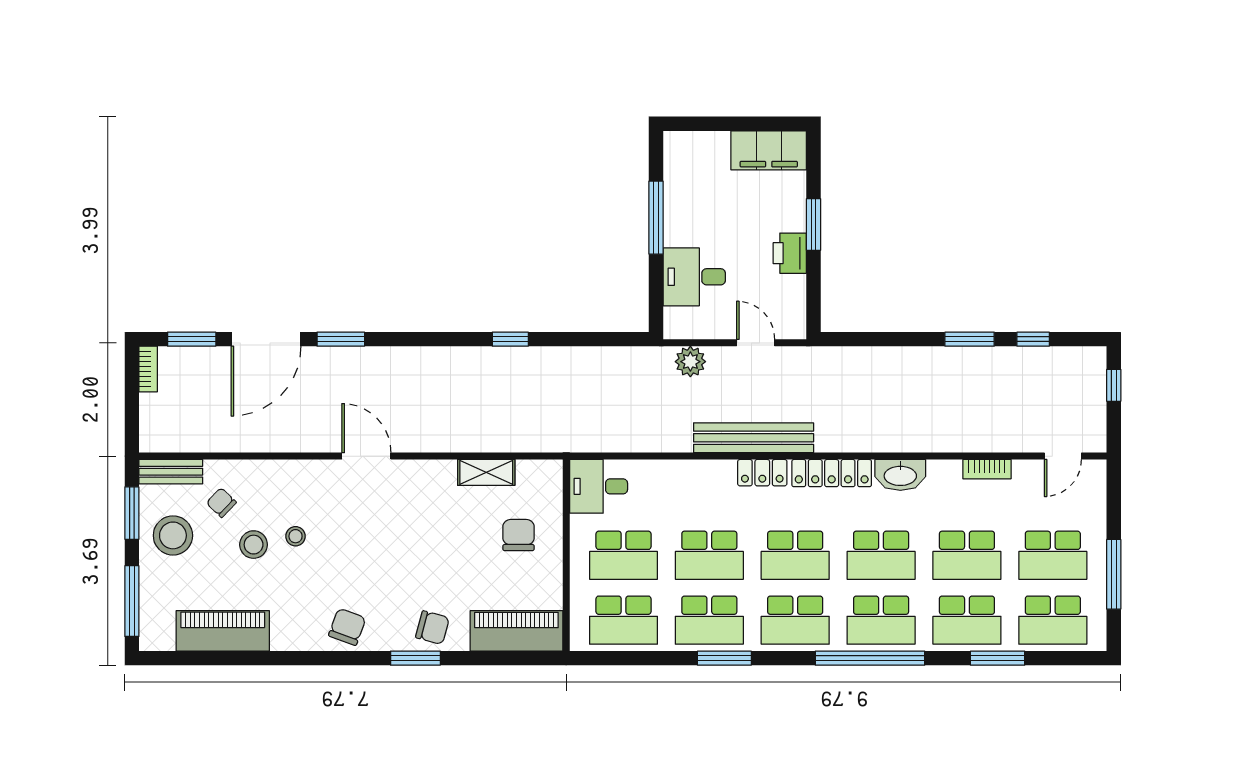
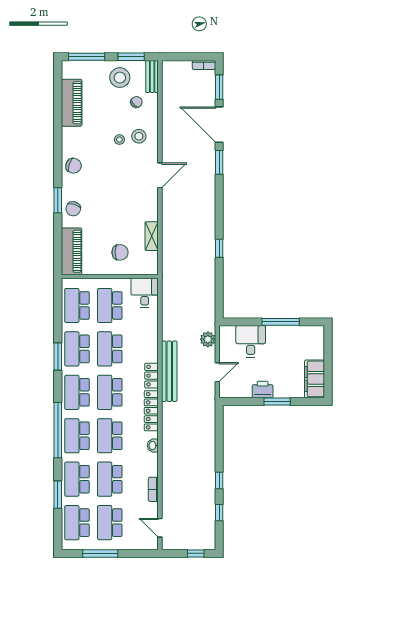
window: (970, 339) -> (219, 481), width x0.67
washbasin: (900, 475) -> (153, 445), width x0.52, depth x0.69
stool: (254, 545) -> (139, 136), moved

